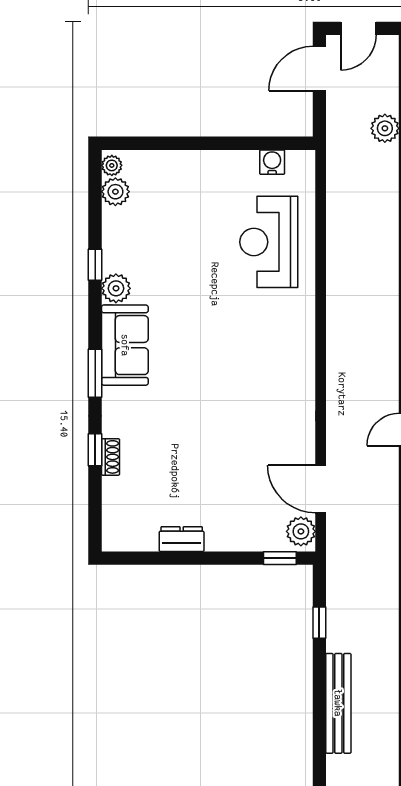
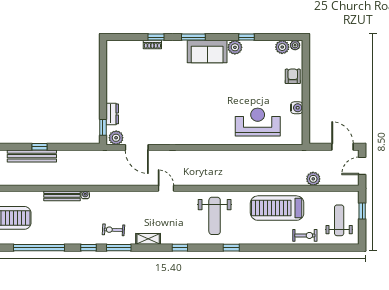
door: (358, 28) -> (362, 166), hinge flipped
water cooler: (272, 162) -> (297, 108), moved
armchair: (175, 170) -> (293, 76), added
door: (321, 489) -> (137, 147), swing flipped
dresser: (182, 539) -> (112, 114), moved
window: (319, 623) -> (39, 147), moved

